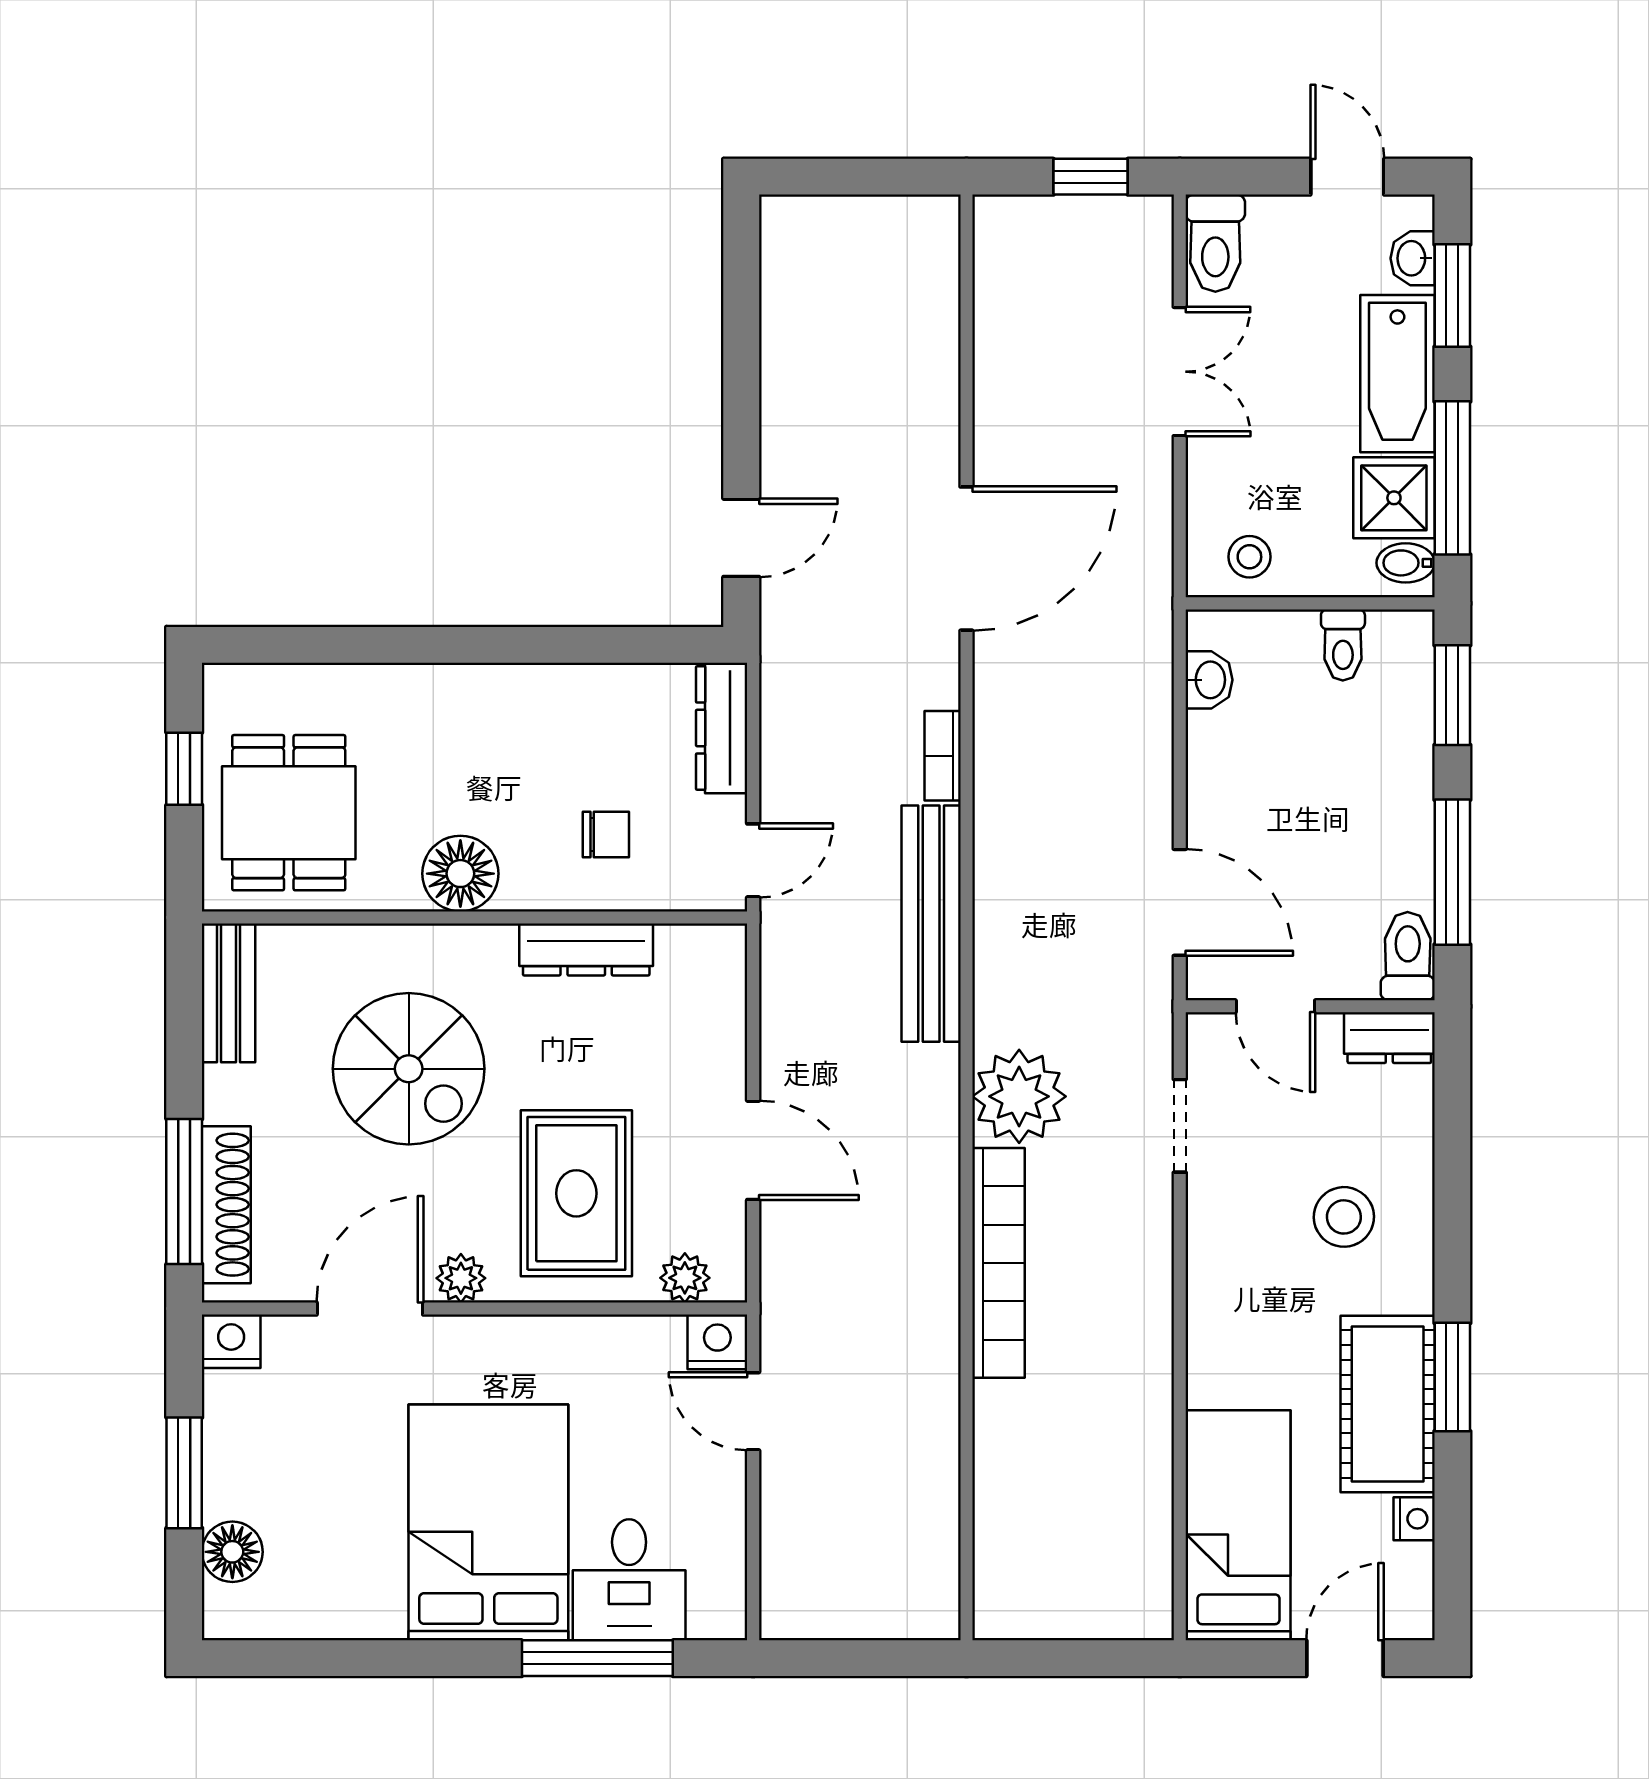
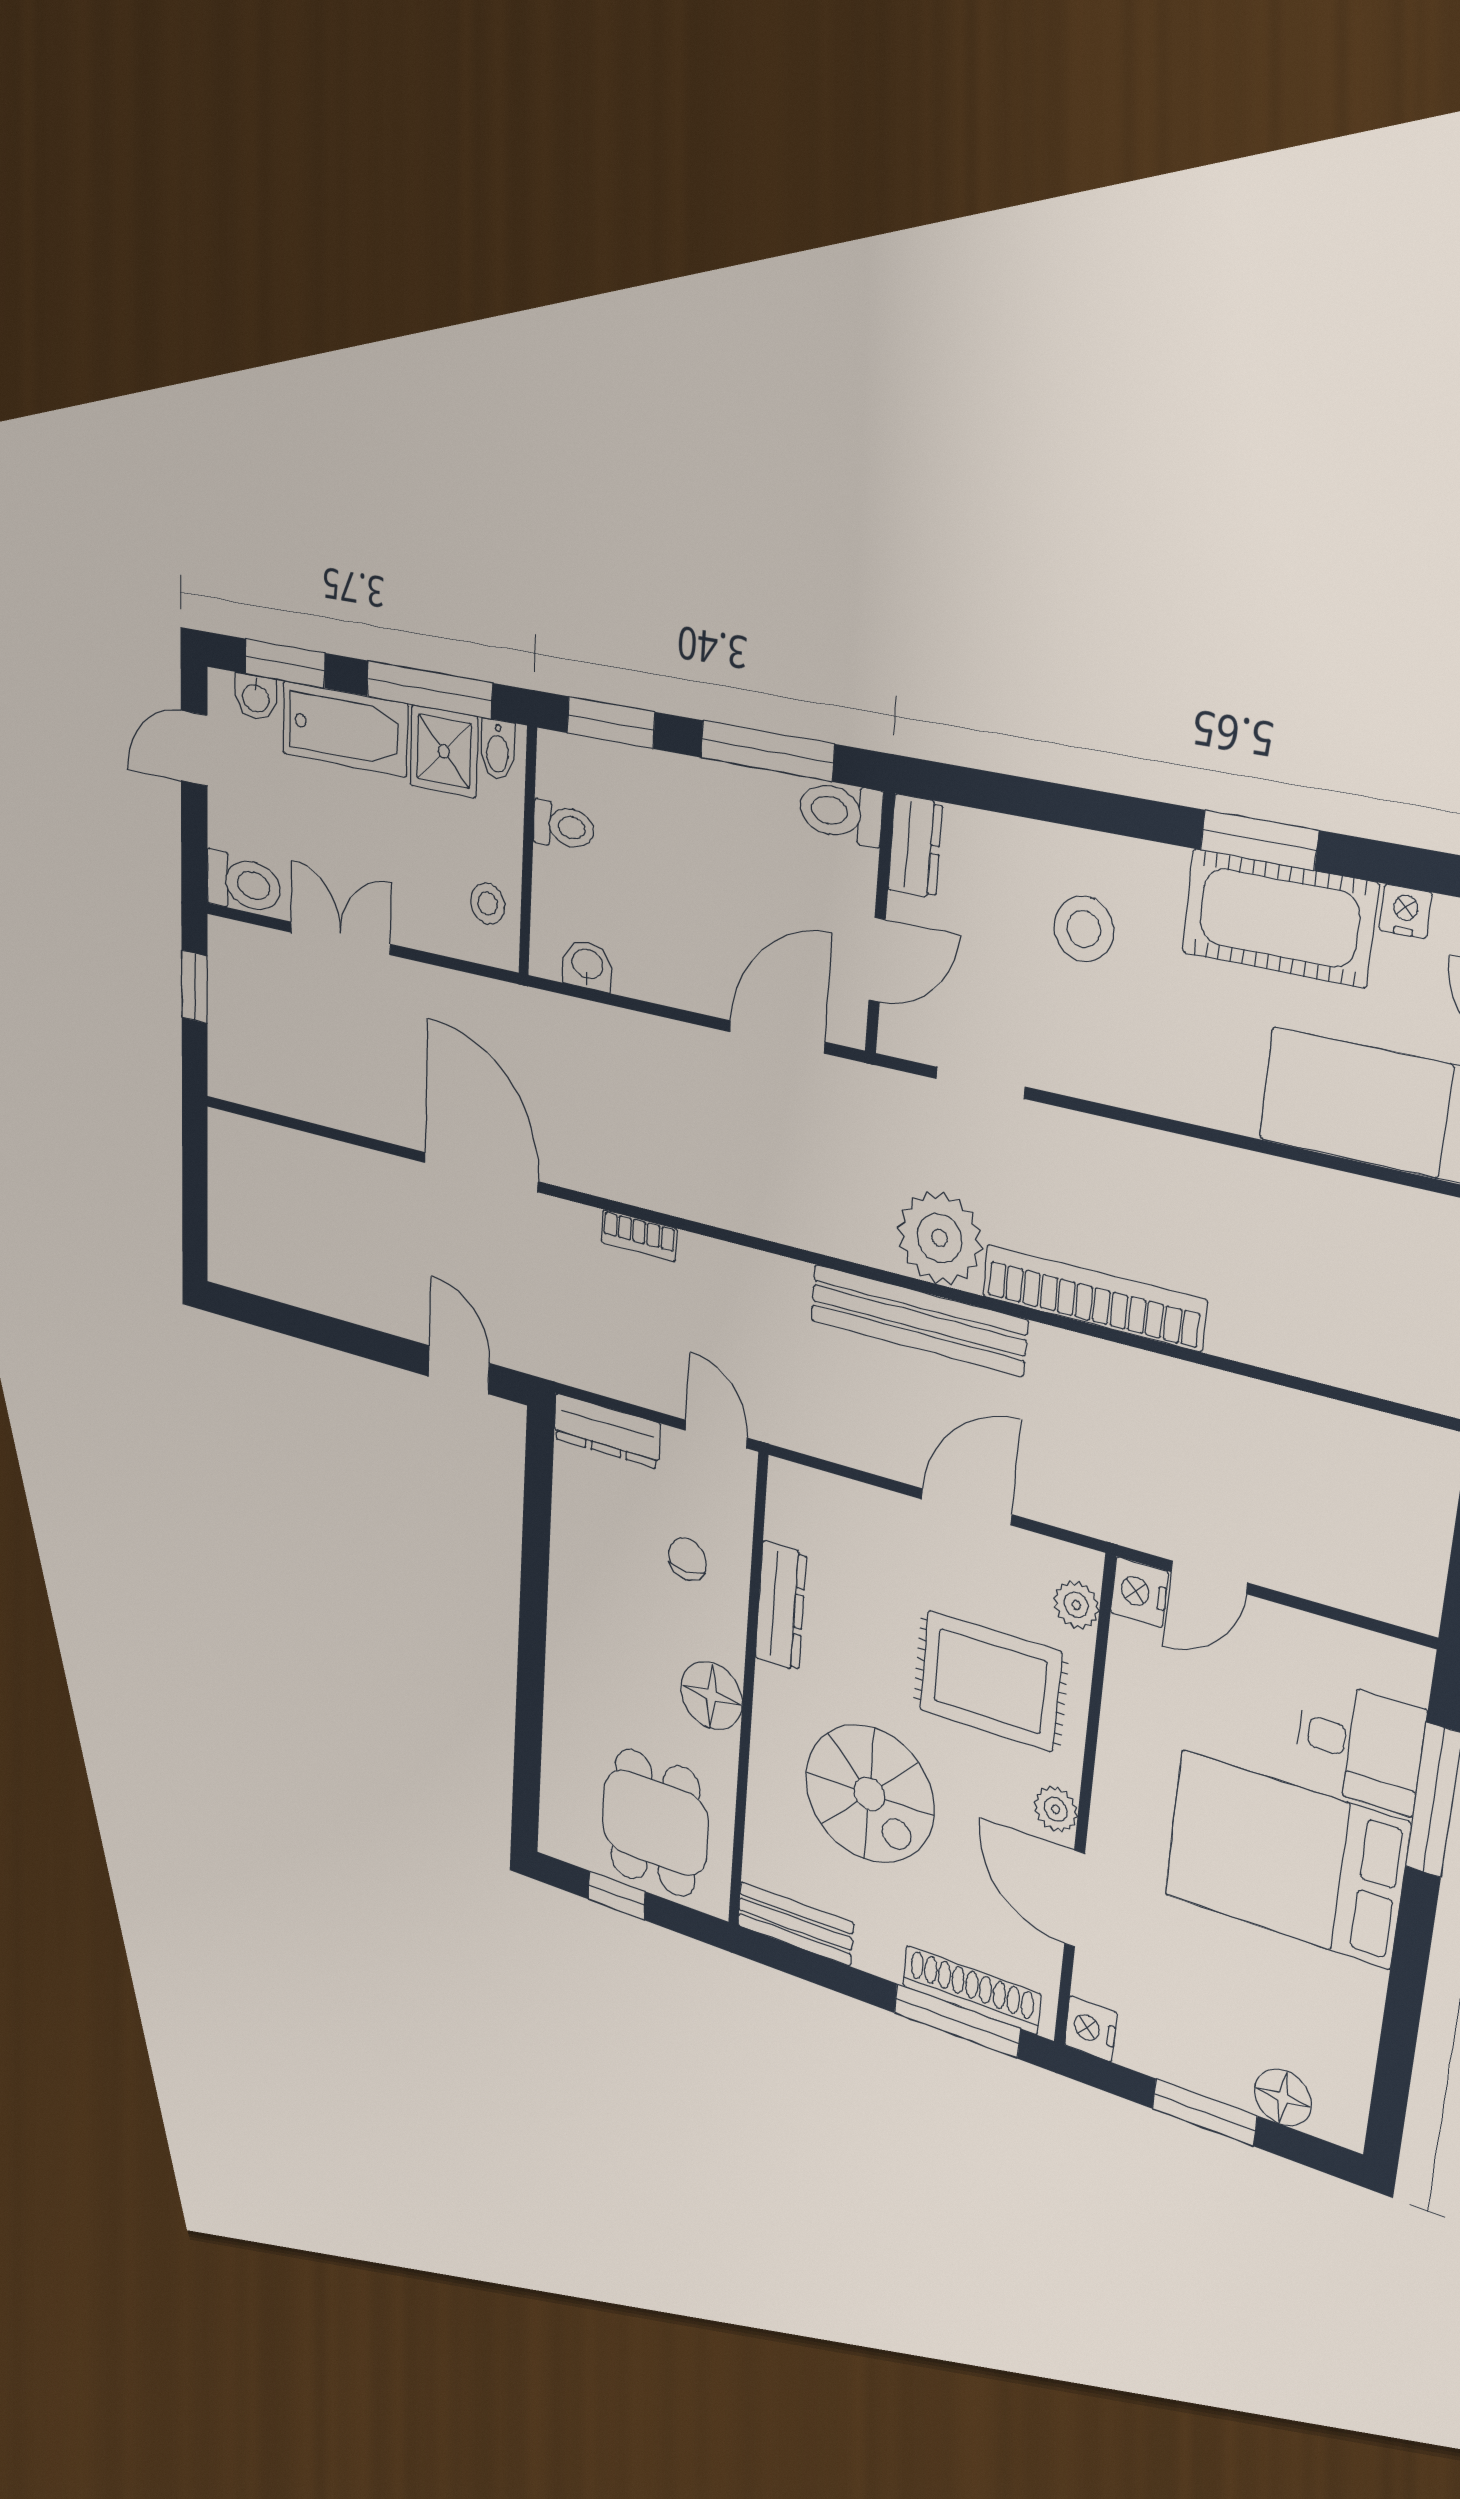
dining table: (289, 813) -> (655, 1823), turned 90
bench: (931, 924) -> (918, 1320), moved
spiral stairs: (409, 1069) -> (869, 1794), turned 90

